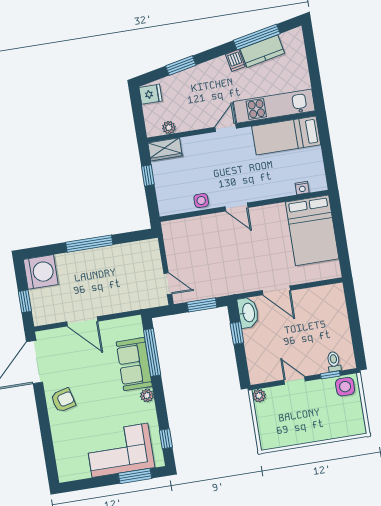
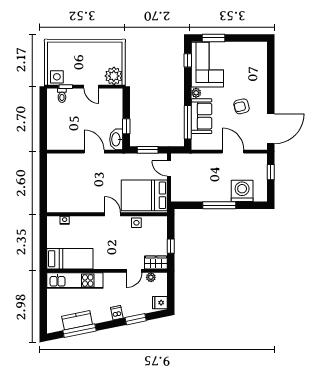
dishwasher: (235, 60) -> (117, 313), moved
door: (226, 128) -> (134, 271), moved
bed: (312, 230) -> (144, 195), moved, turned -90
washing machine: (41, 272) -> (242, 191), moved, turned 90
plant: (259, 396) -> (114, 76), width x1.88, depth x1.88
armchair: (63, 400) -> (242, 106), moved
corner sofa: (120, 450) -> (207, 65), moved, turned -90

